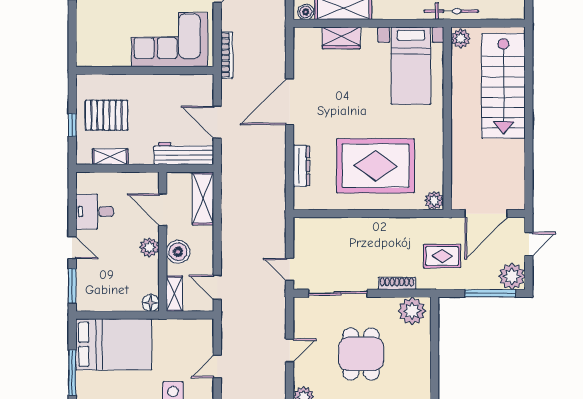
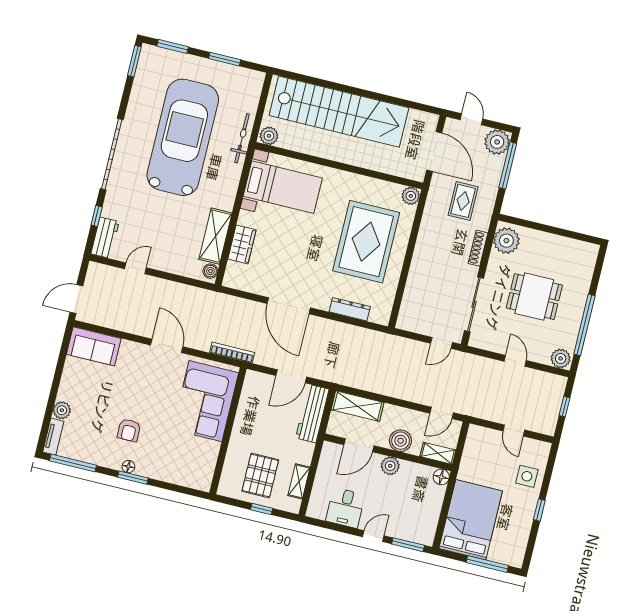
stairs: (503, 86) -> (339, 112), width x1.36

